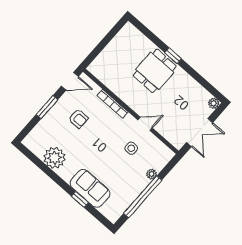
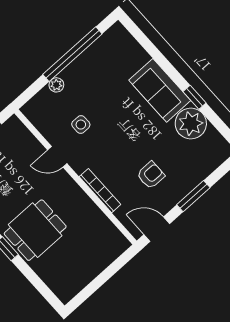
armchair: (78, 119) -> (151, 175), turned 90
sofa: (90, 188) -> (160, 90), moved
window: (80, 199) -> (195, 97), moved

